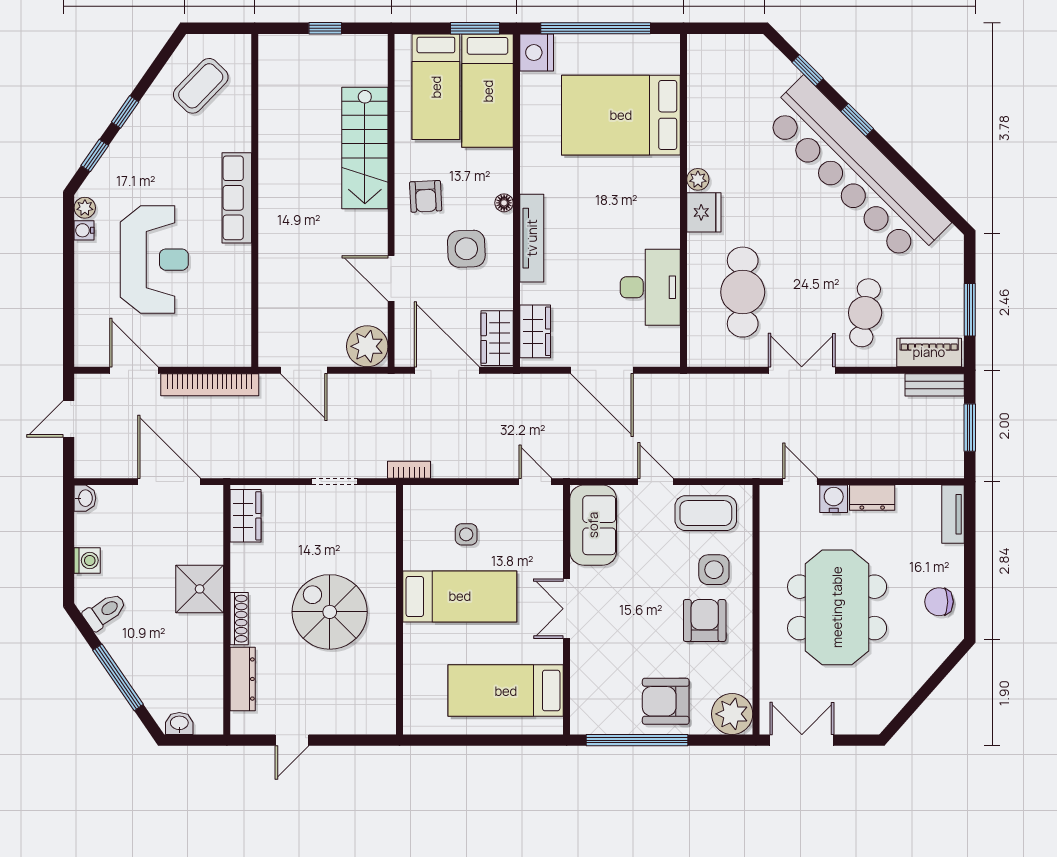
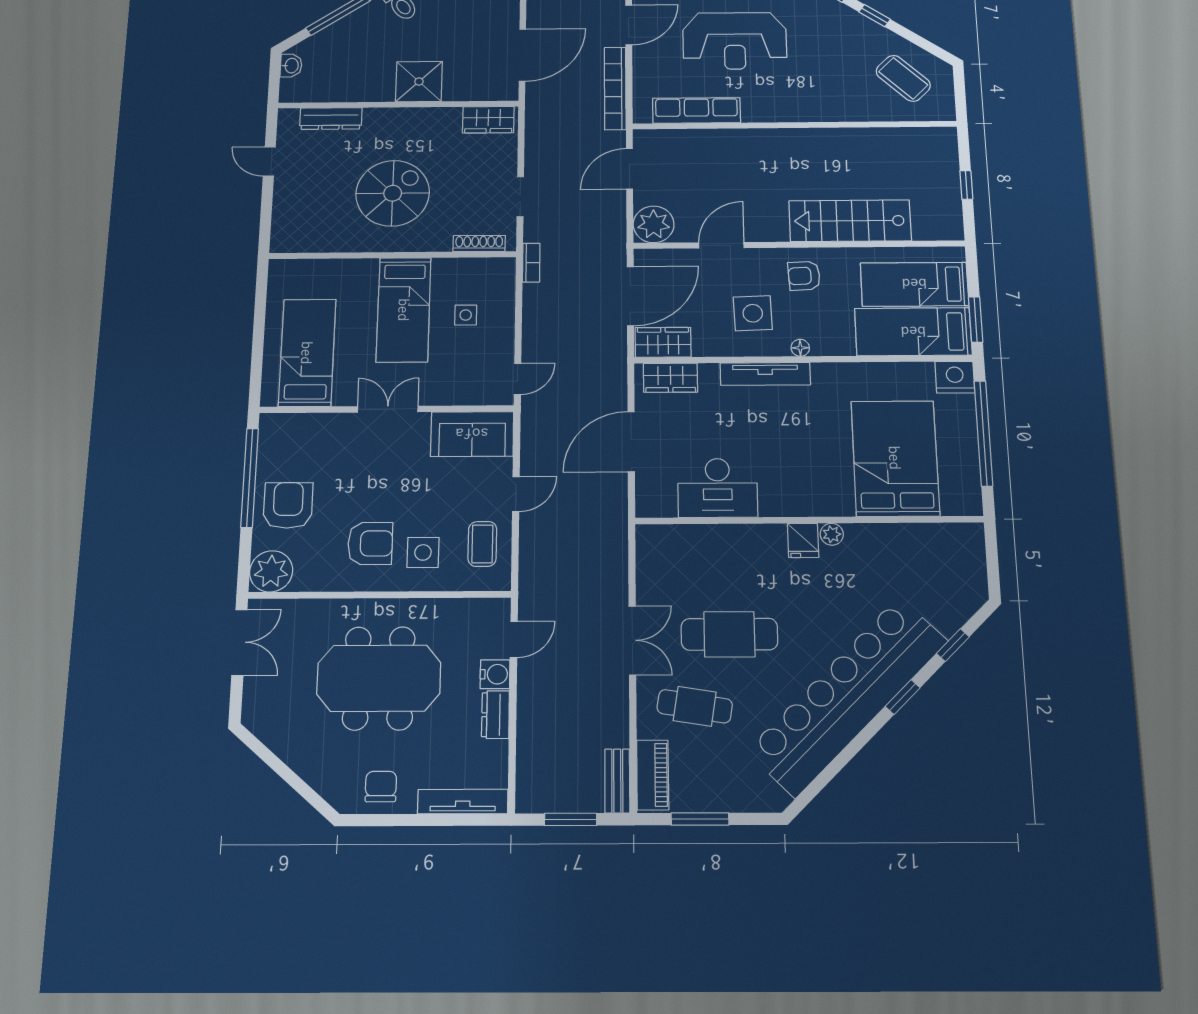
row of seats: (237, 198) -> (696, 111), moved
fridge: (704, 212) -> (803, 540), width x0.72
cafe table: (743, 292) -> (729, 634), moved
coffee table: (706, 513) -> (482, 544), width x0.73, depth x0.77
tv unit: (953, 514) -> (463, 802), width x1.41
shoe rack: (239, 619) -> (479, 243), moved, turned 180

